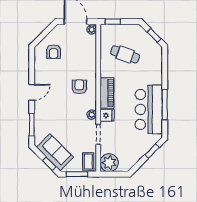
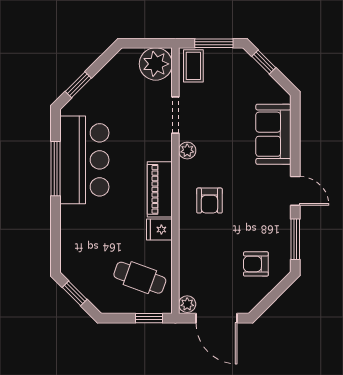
armchair: (54, 52) -> (256, 264), turned -90
cafe table: (125, 54) -> (140, 278), moved
door: (32, 92) -> (295, 191), swing flipped
fridge: (107, 115) -> (159, 230), moved
window: (32, 125) -> (295, 239), moved
sofa: (55, 152) -> (273, 134), moved, turned 45

